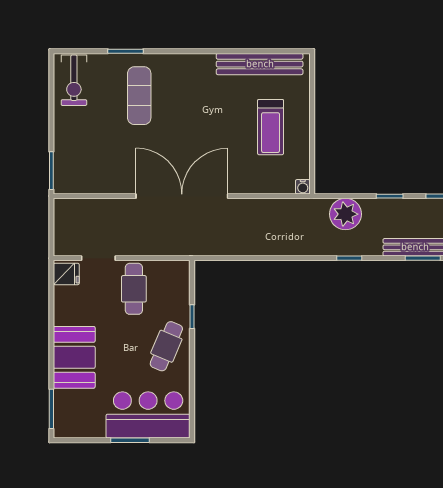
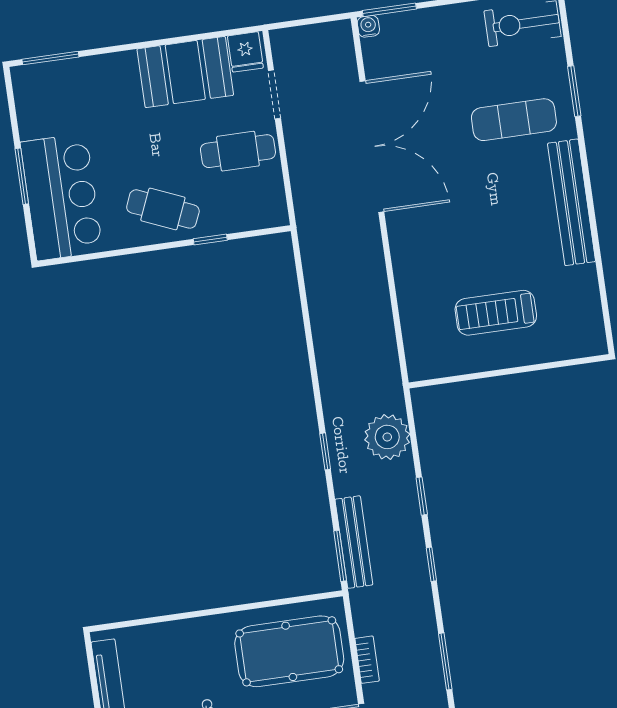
bench: (260, 64) -> (572, 202), moved
water cooler: (303, 187) -> (368, 26), moved, turned 90
double door: (182, 196) -> (372, 147), moved
booth: (74, 357) -> (185, 72), moved

